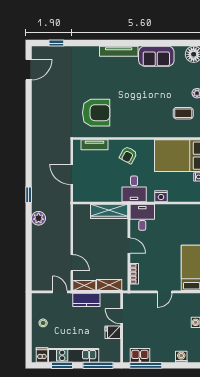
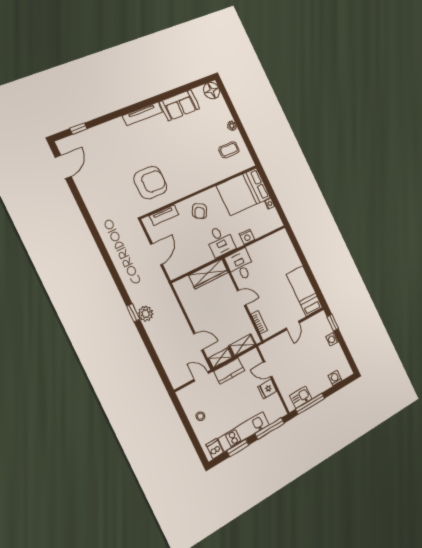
door: (72, 174) -> (156, 254), swing flipped
window: (29, 195) -> (133, 313), moved

